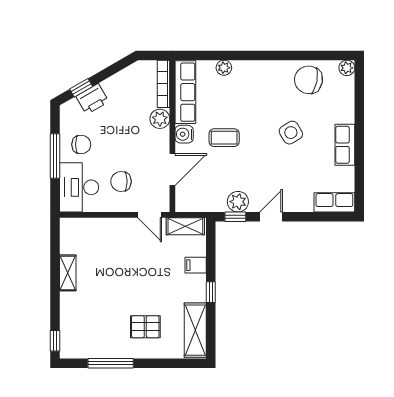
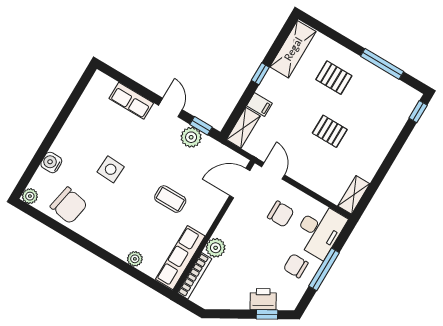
side table: (291, 133) -> (111, 169), turned 34
water cooler: (184, 134) -> (51, 162), moved, turned 180
row of seats: (345, 145) -> (71, 131), removed
door: (172, 170) -> (240, 183), moved
row of seats: (334, 202) -> (131, 101), moved
door: (271, 217) -> (170, 107), swing flipped
shelving: (185, 226) -> (243, 128), moved, turned 90
shelving: (68, 273) -> (354, 195), moved
pallet: (121, 278) -> (330, 131), added

